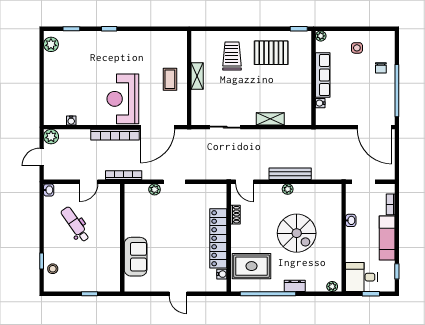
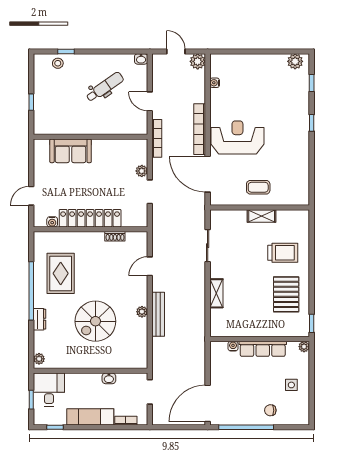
shoe rack: (235, 215) -> (115, 236), moved
locker: (218, 238) -> (90, 218), moved
wall: (229, 238) -> (91, 229), moved
water cooler: (222, 274) -> (52, 222), moved

